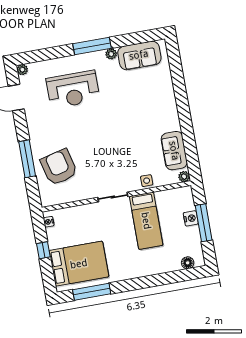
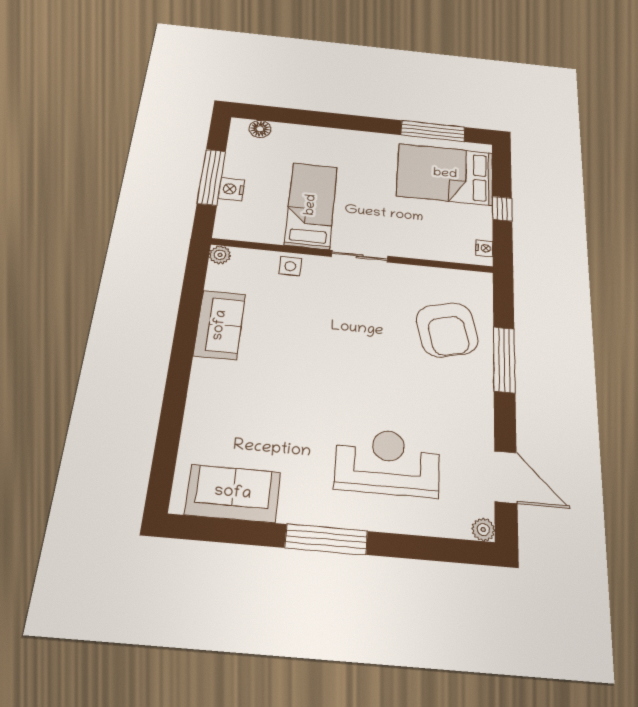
plant: (111, 54) -> (291, 512), removed
sofa: (174, 151) -> (220, 325), moved

